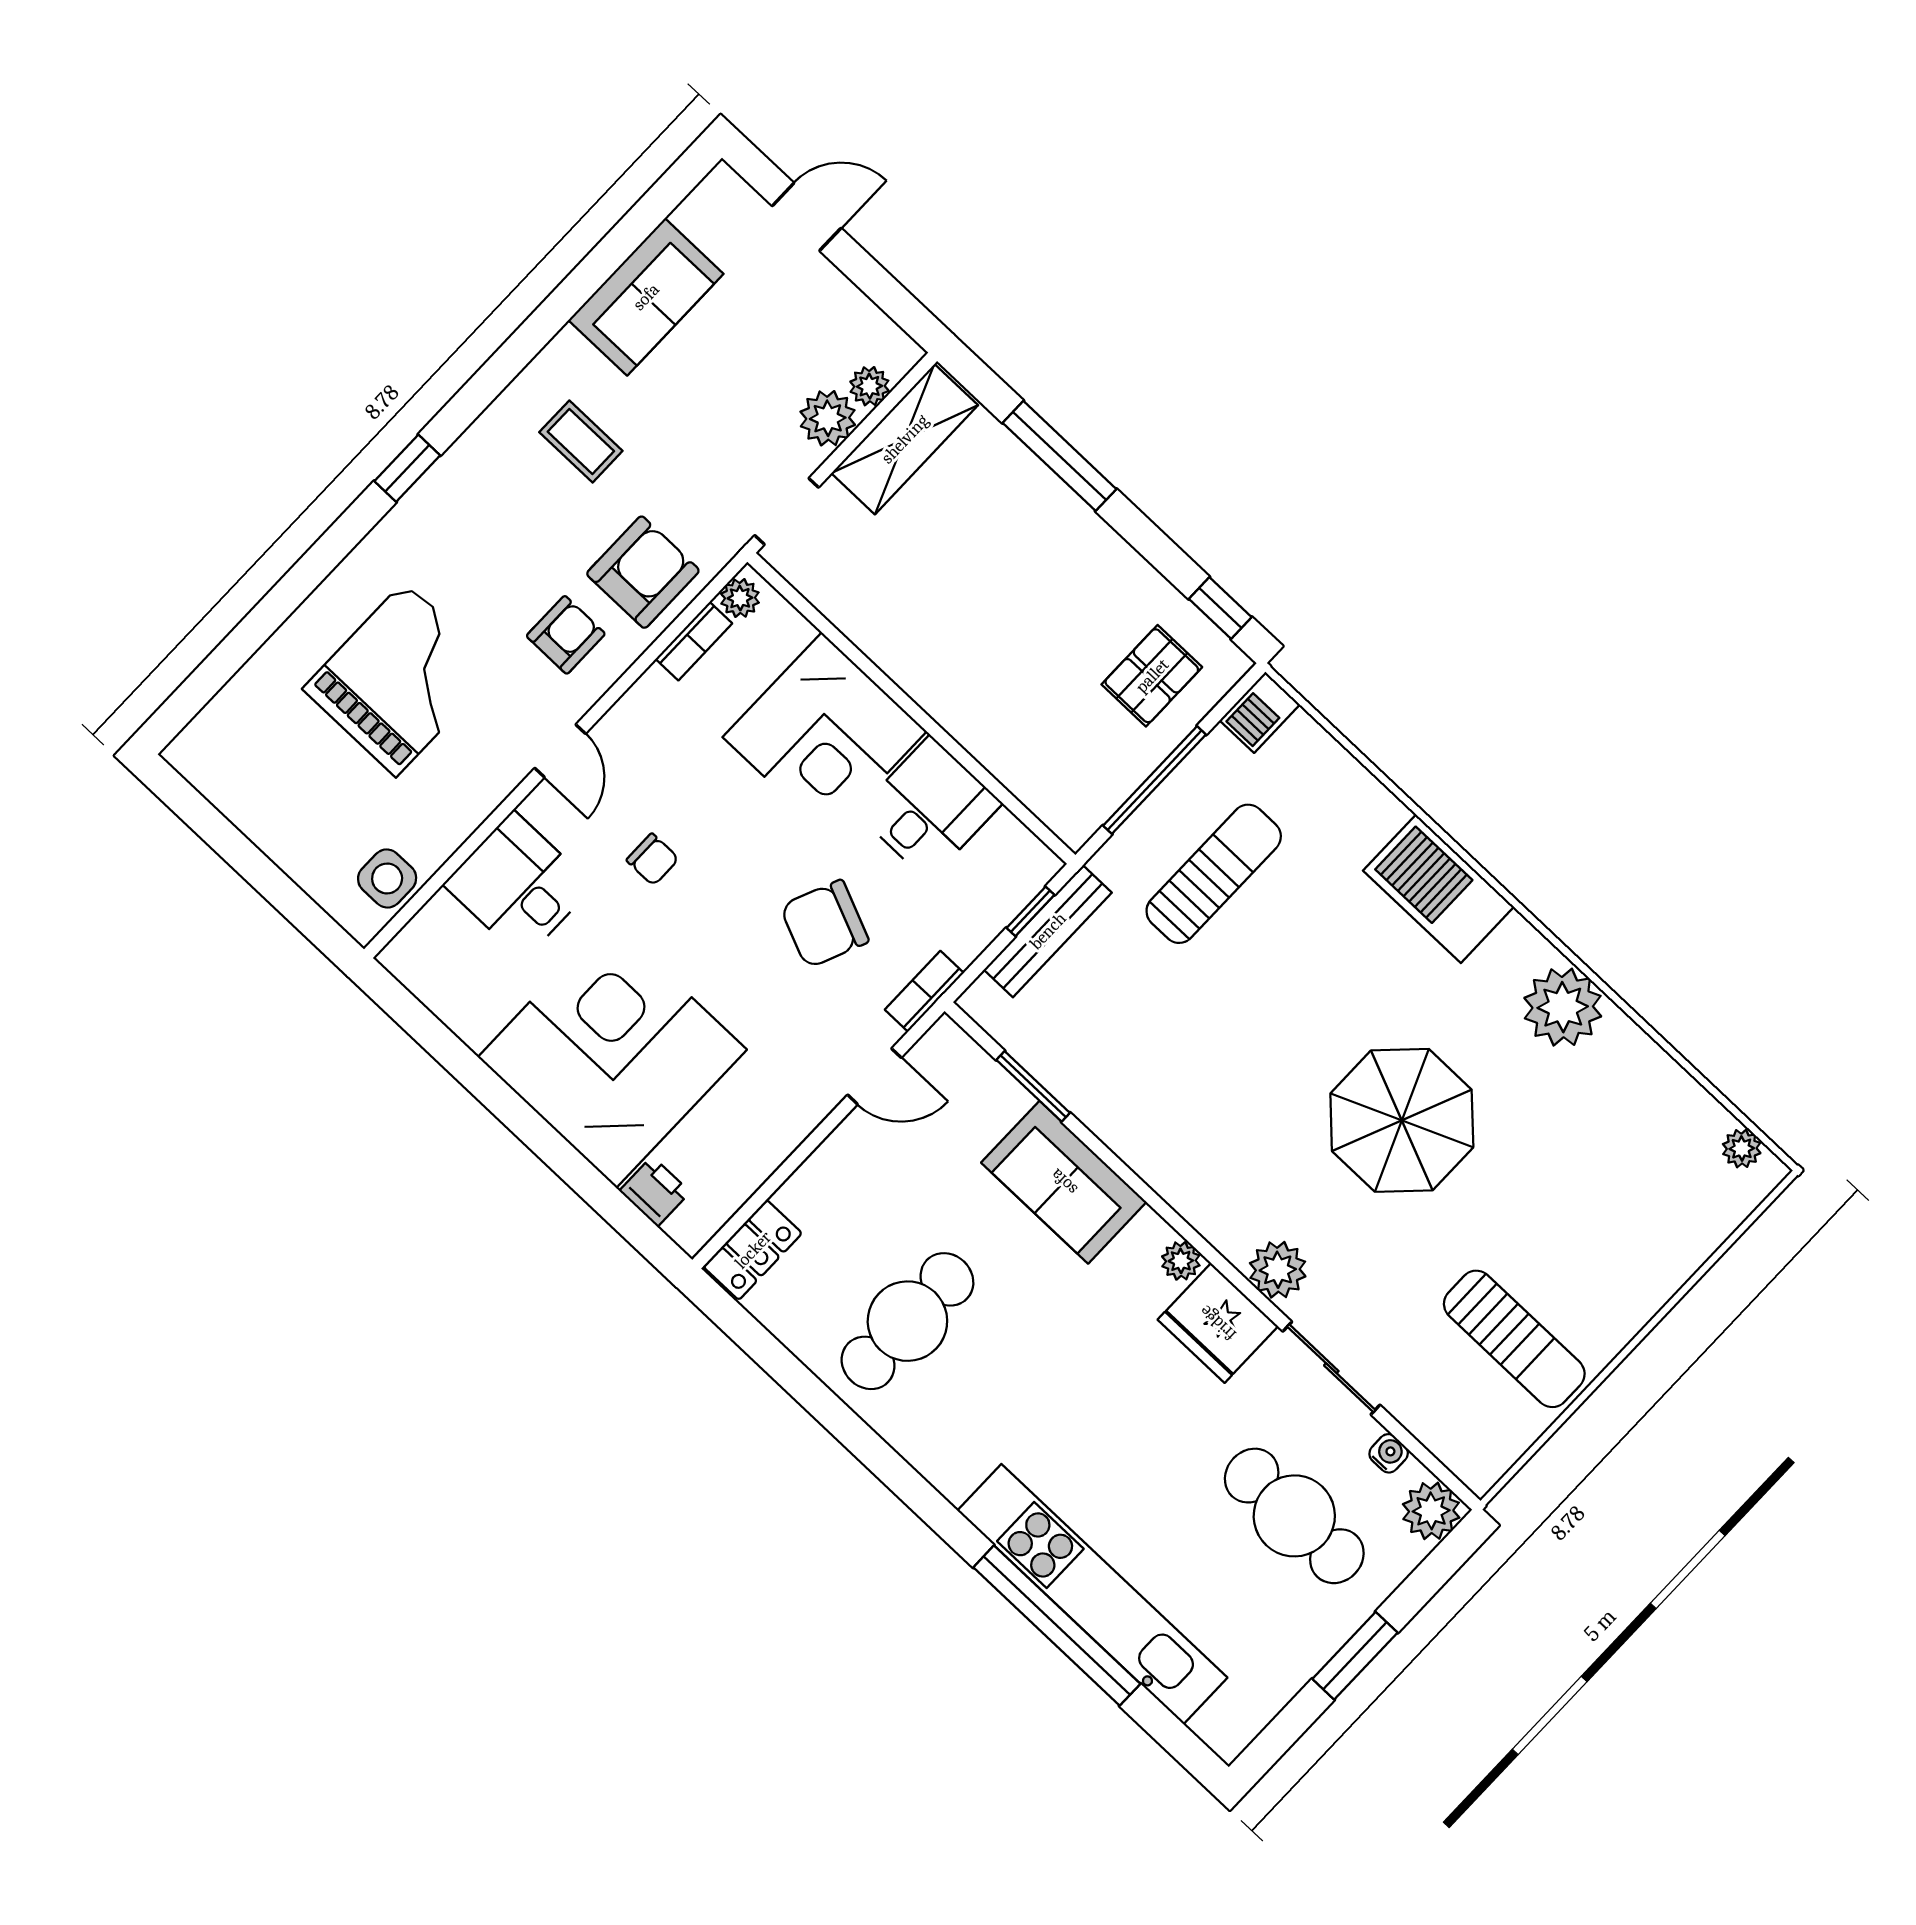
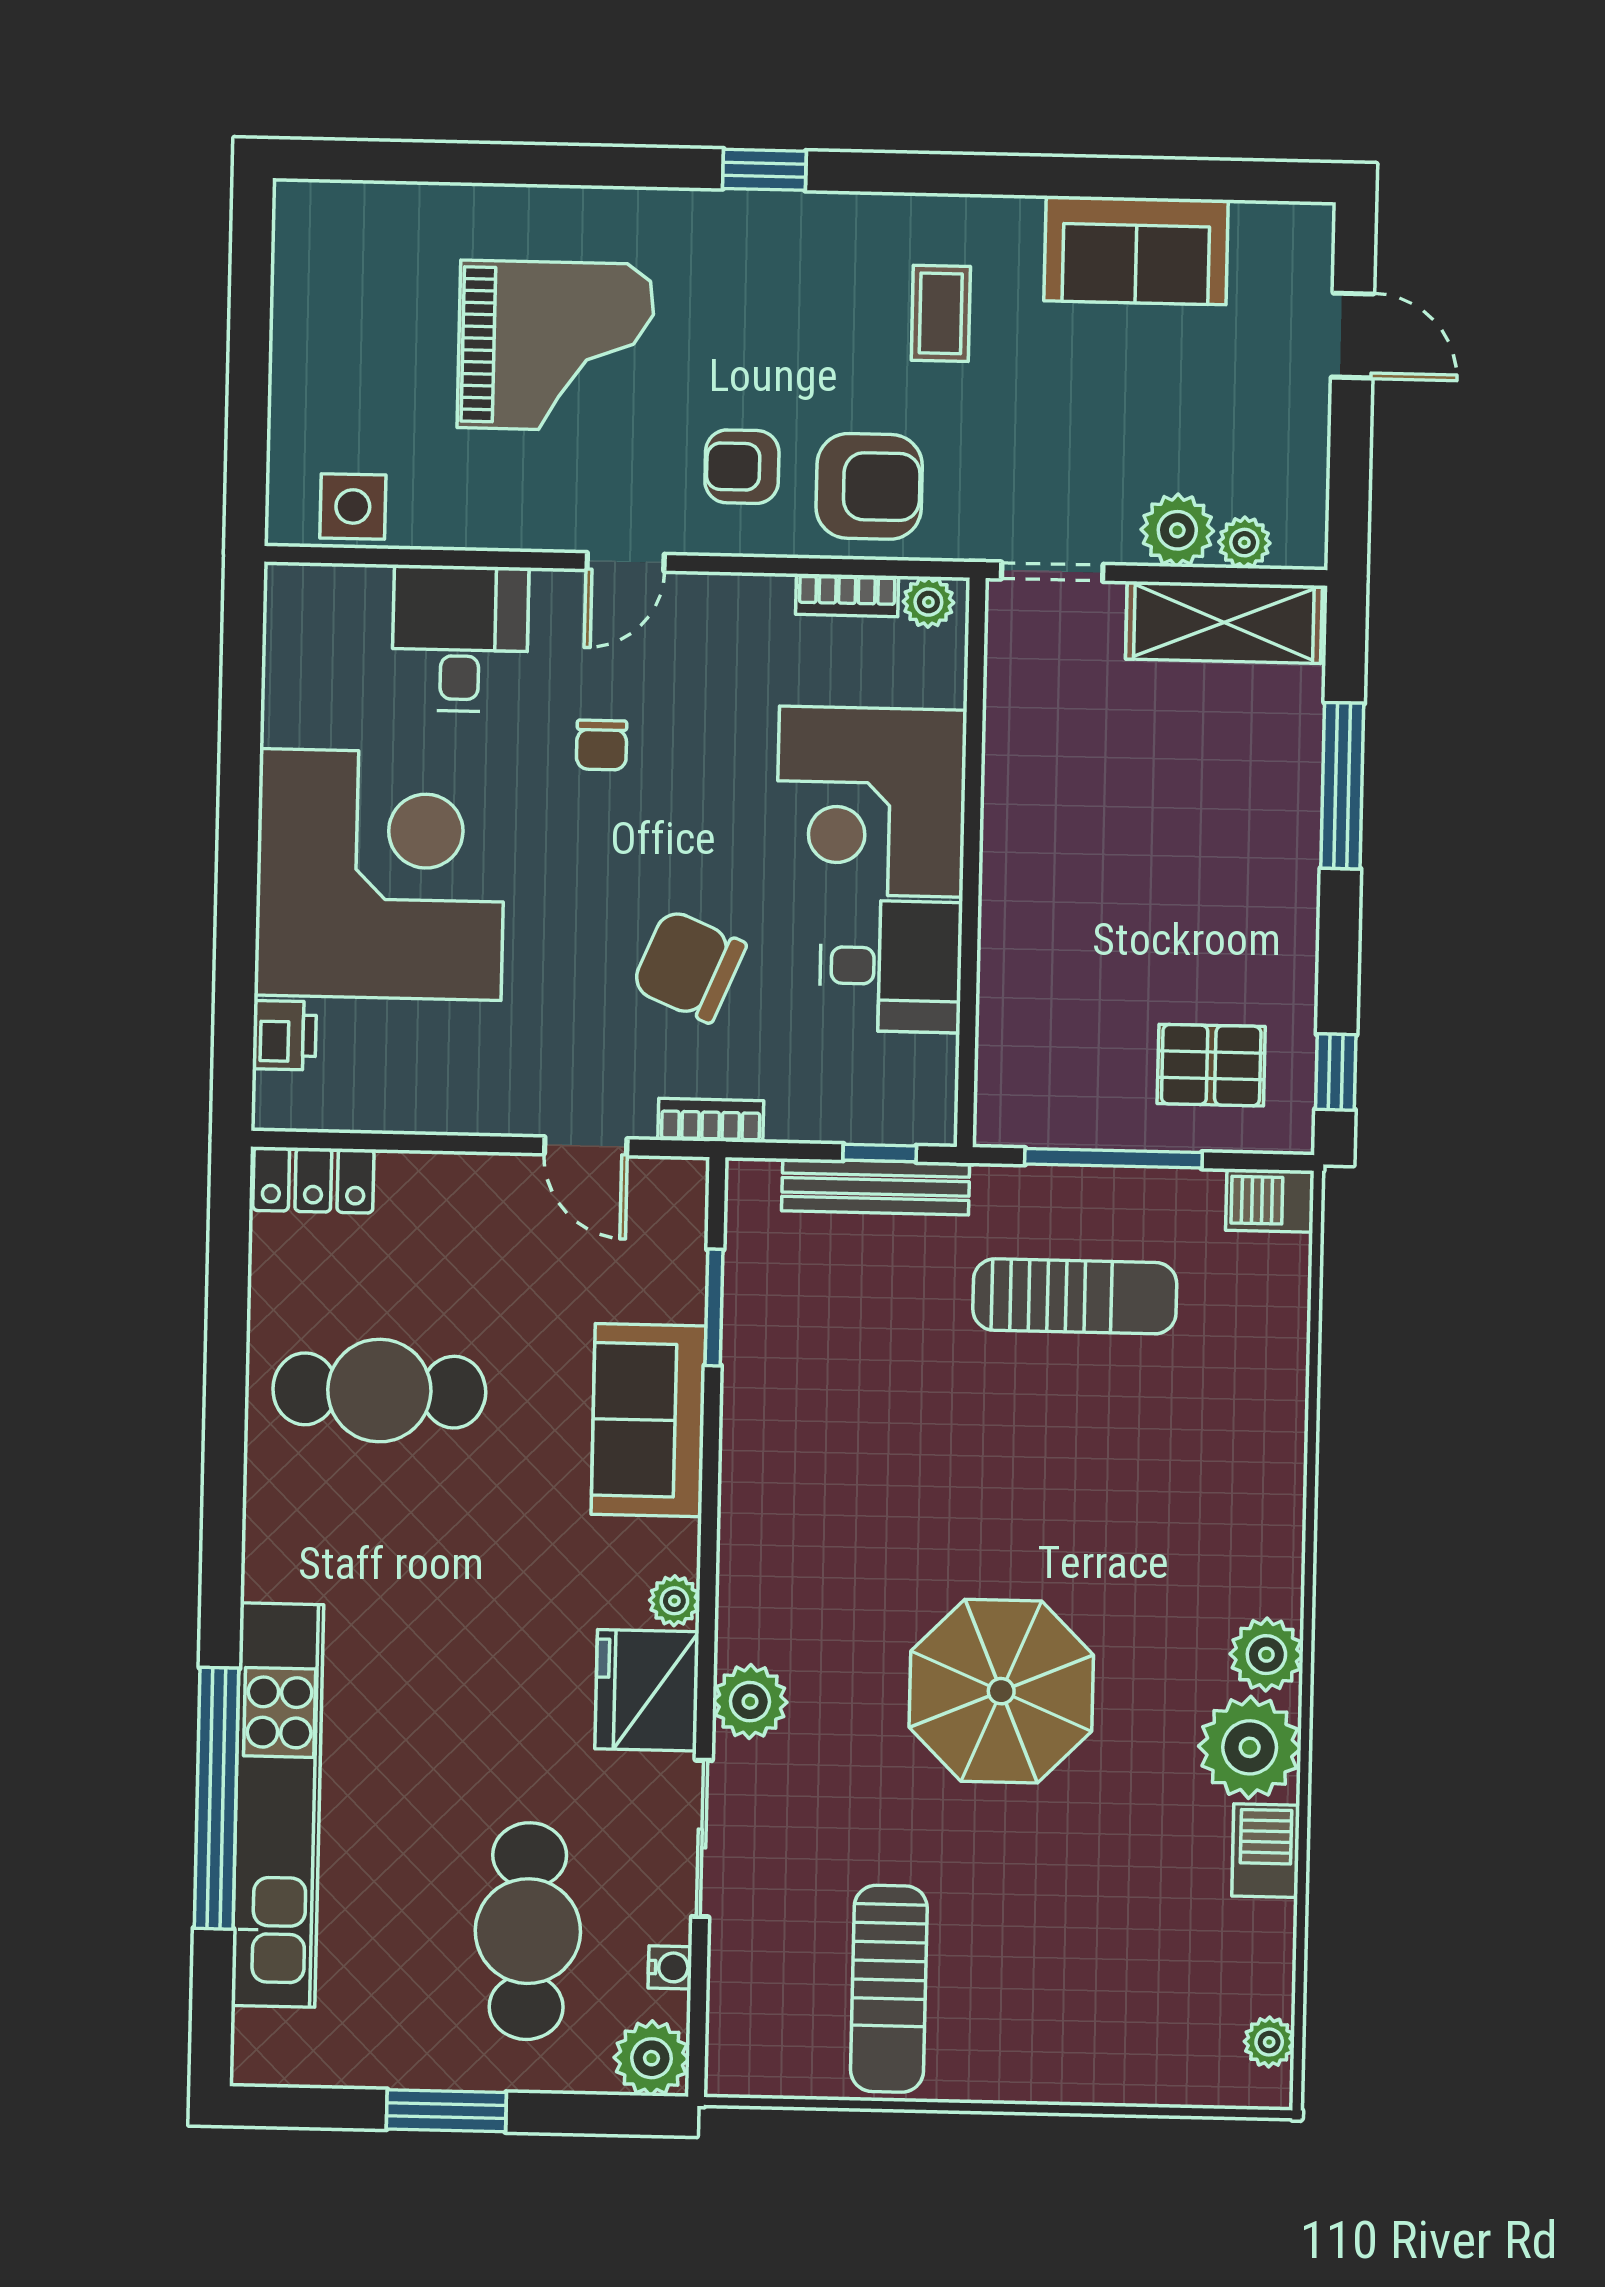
armchair: (566, 635) -> (742, 467), turned 180
barbecue: (1439, 889) -> (1266, 1851), moved, width x0.53, depth x0.65
plant: (1518, 949) -> (1266, 1655), added

